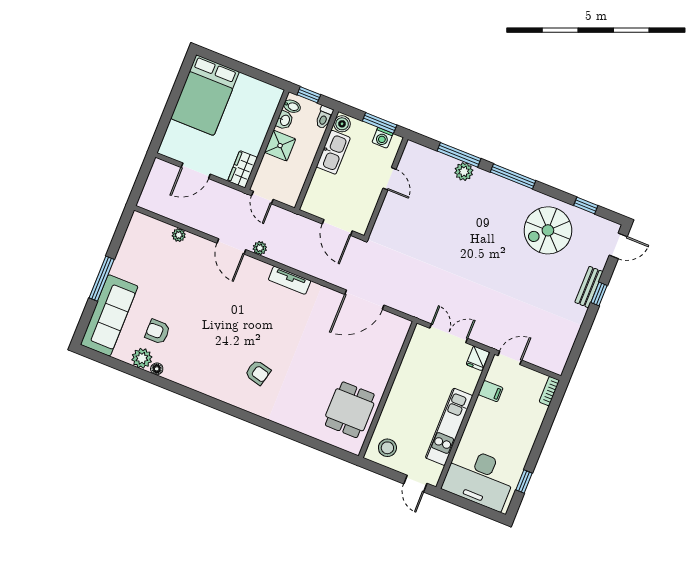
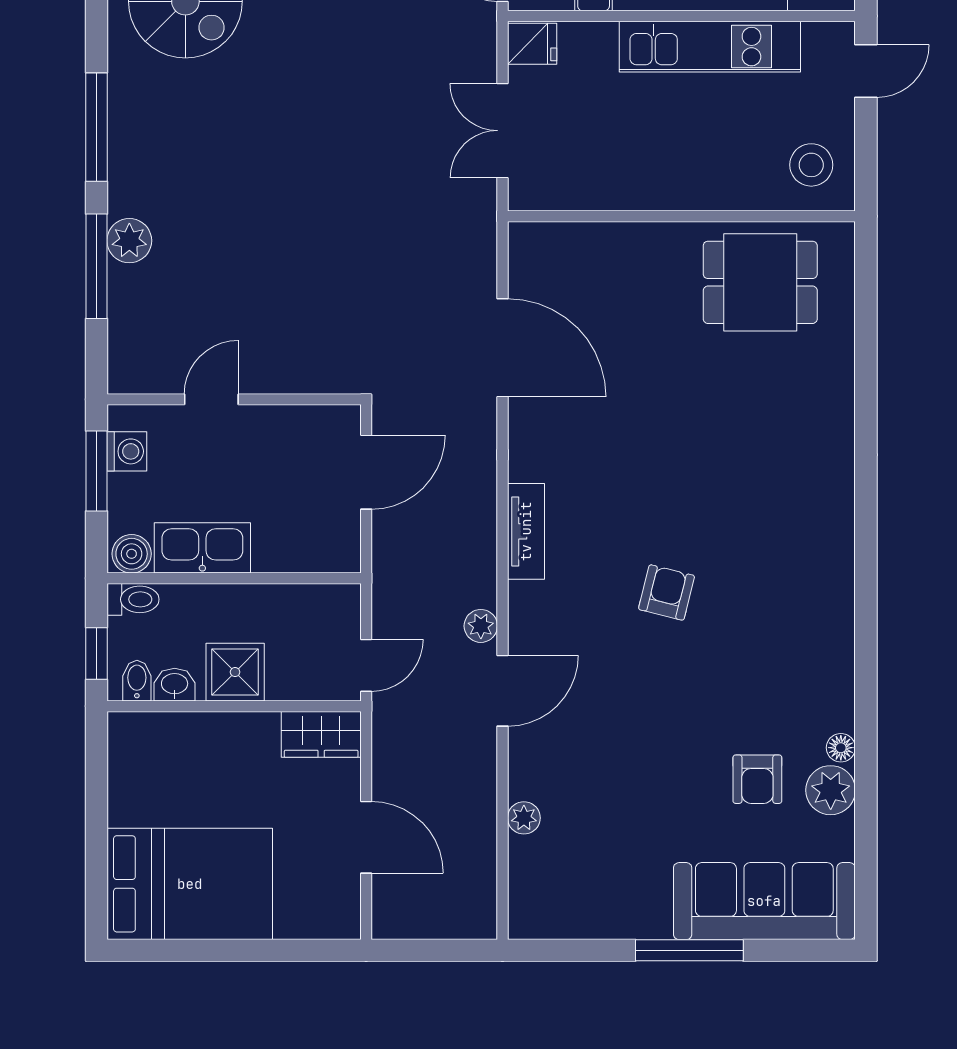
armchair: (258, 372) -> (667, 592), moved

